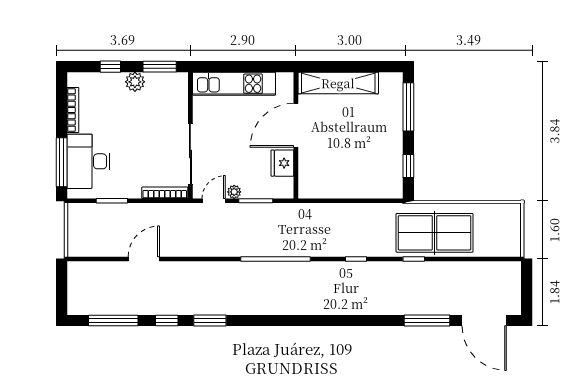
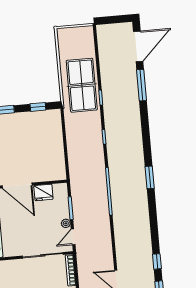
door: (214, 201) -> (73, 237), hinge flipped
window: (210, 320) -> (150, 177), moved

